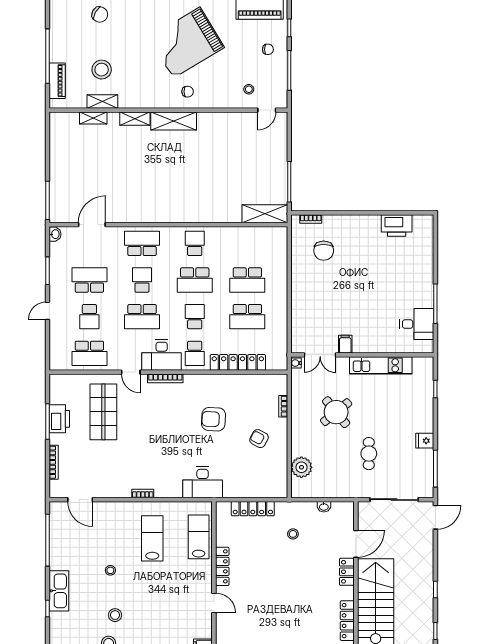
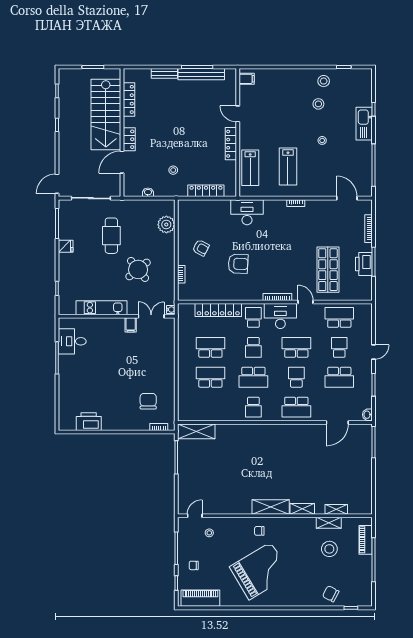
school desk: (142, 280) -> (296, 377), turned 180
school desk: (195, 280) -> (253, 377), turned 180
cafe table: (369, 454) -> (111, 236), width x1.37, depth x1.35

